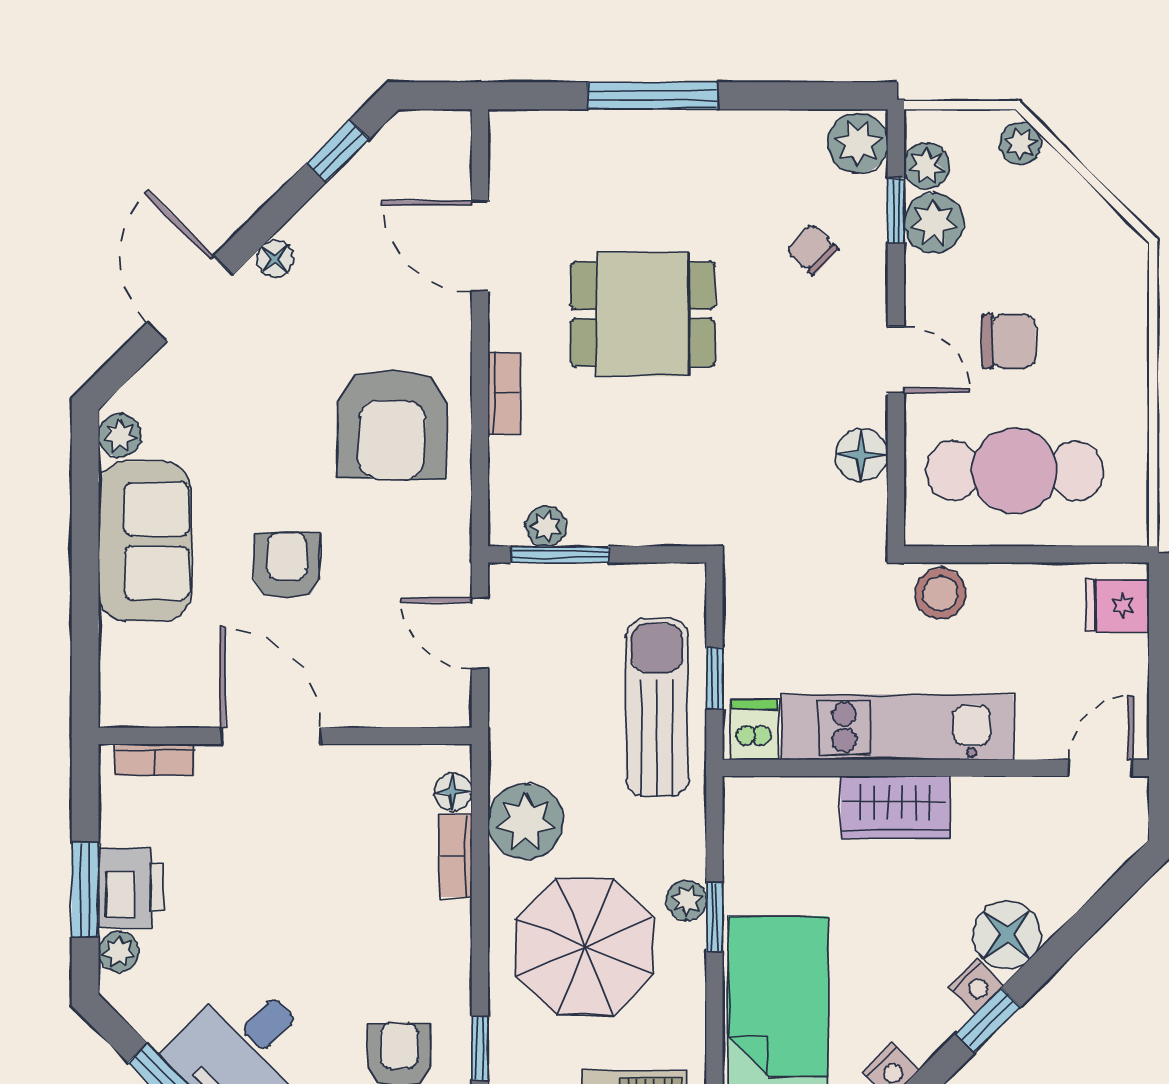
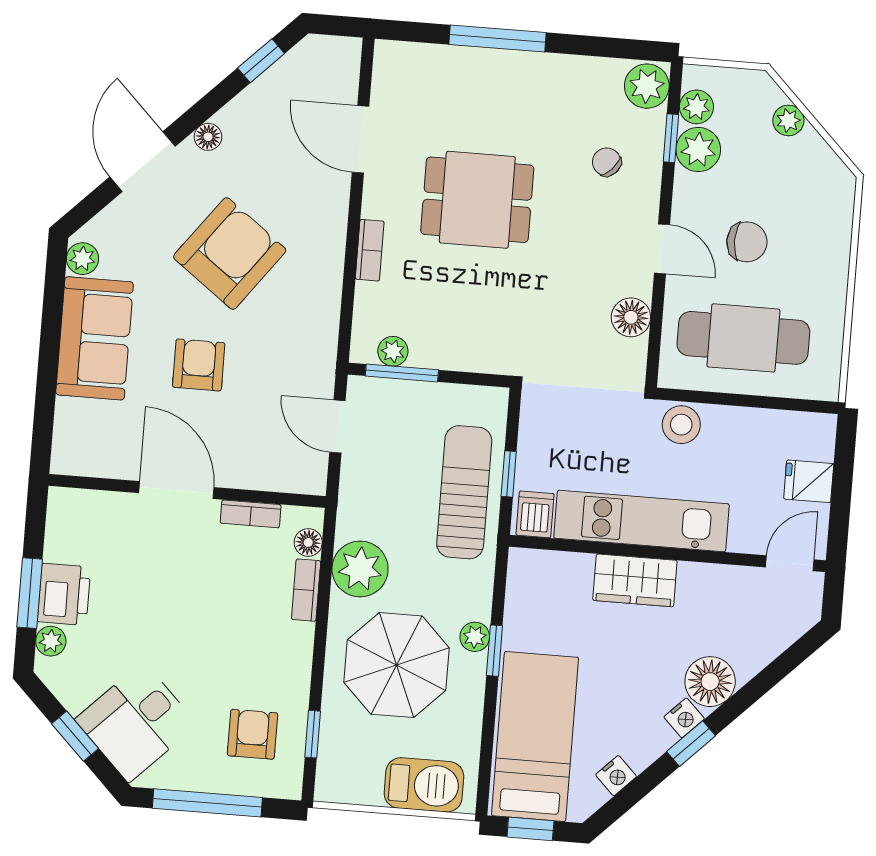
plant: (1021, 143) -> (788, 120), moved
armchair: (392, 424) -> (230, 254), moved, turned -144
fridge: (1118, 606) -> (809, 481), moved
bookcase: (155, 760) -> (251, 514), moved

